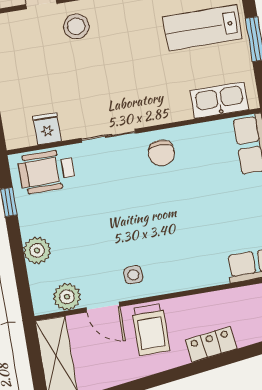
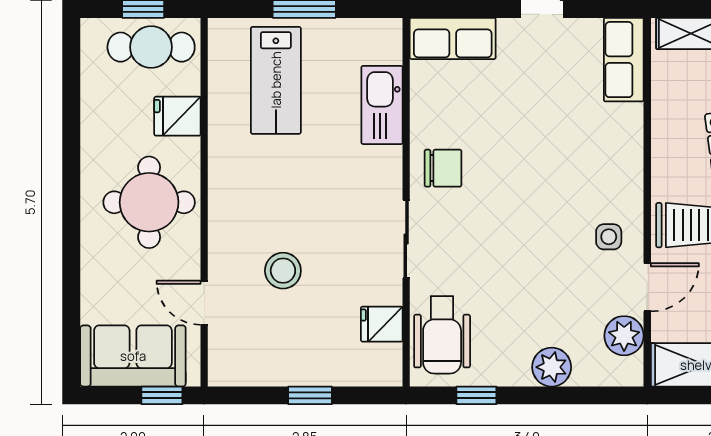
stool: (76, 26) -> (283, 271), moved
kitchen sink: (219, 100) -> (382, 105), moved

